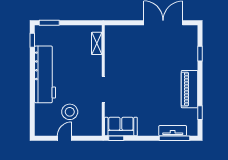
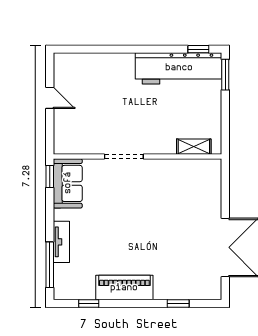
workbench: (45, 74) -> (179, 68), moved
stool: (70, 112) -> (90, 106), removed
tv unit: (173, 131) -> (61, 242), moved

